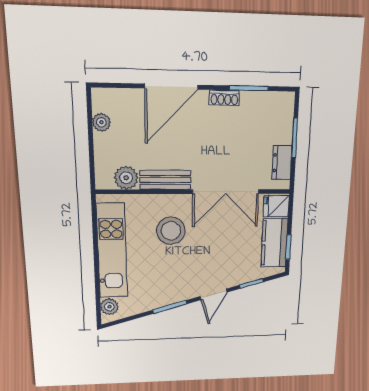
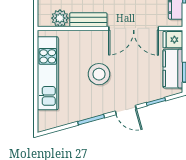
stool: (171, 231) -> (99, 74), moved
door: (214, 294) -> (126, 110), hinge flipped
plant: (109, 307) -> (44, 118), removed

